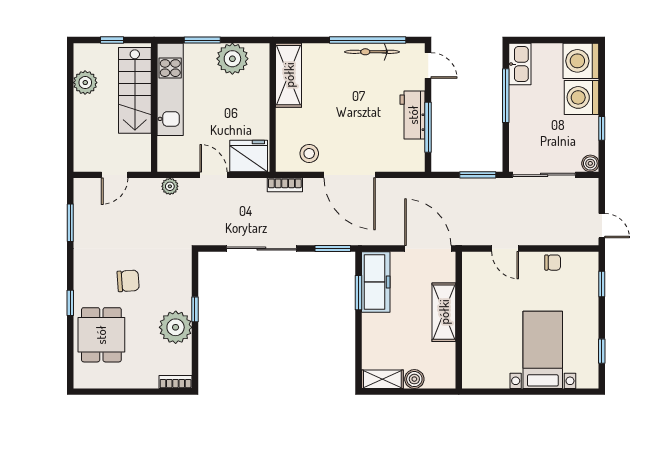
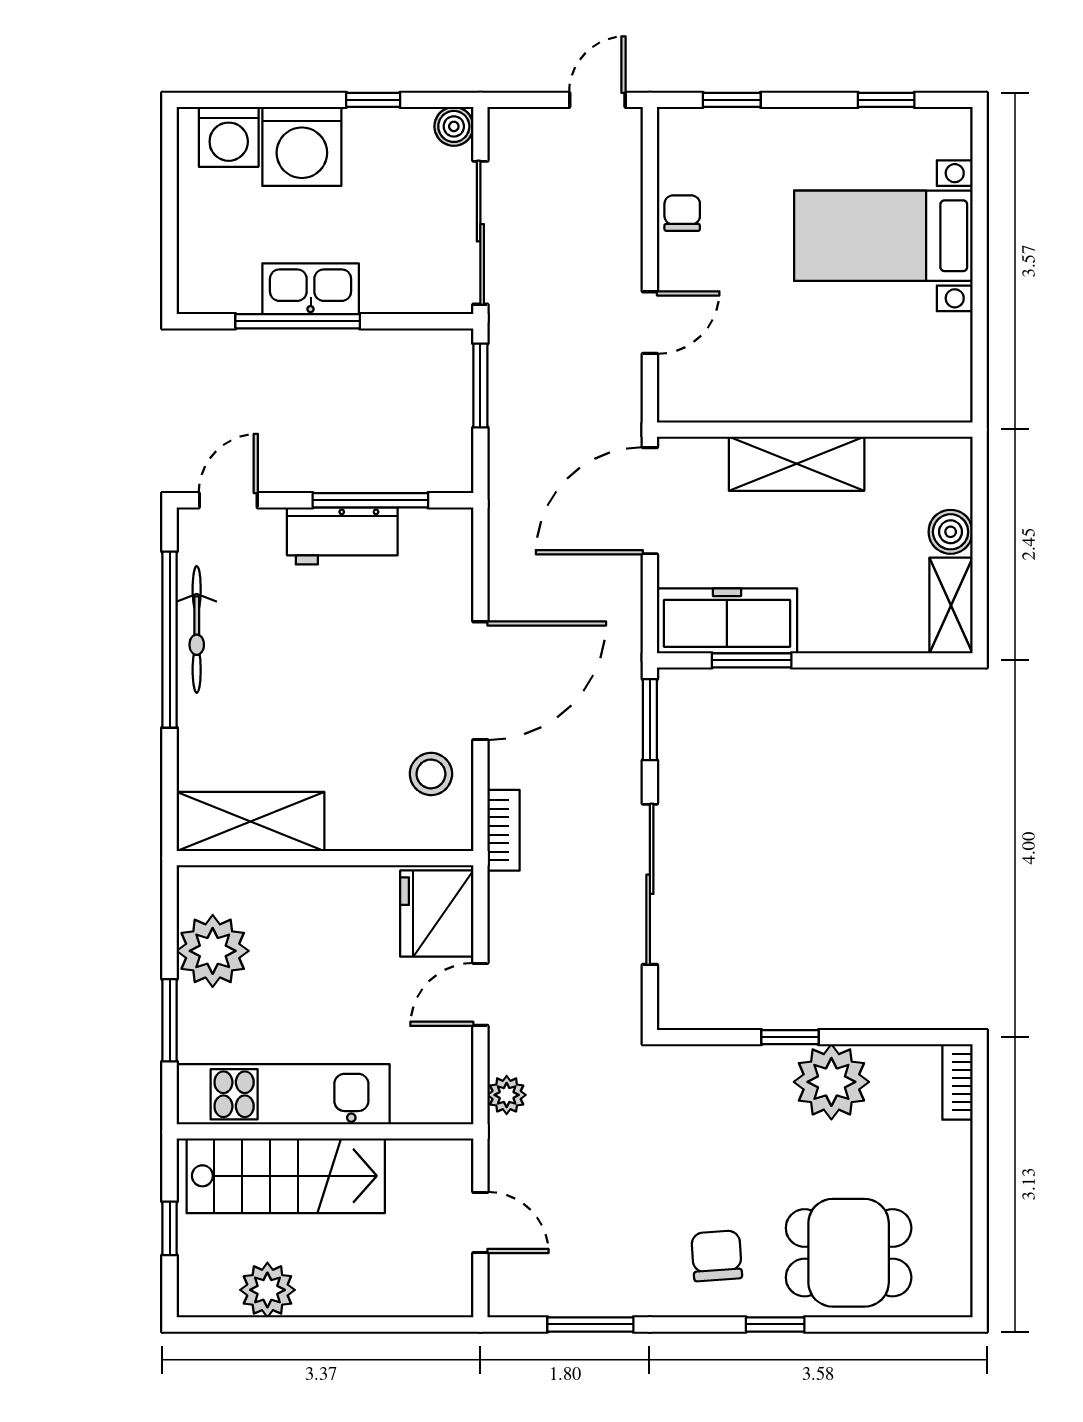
washing machine: (581, 61) -> (229, 137), width x0.73, depth x0.73
kitchen sink: (520, 64) -> (311, 289), moved
chair: (128, 281) -> (717, 1256), moved

